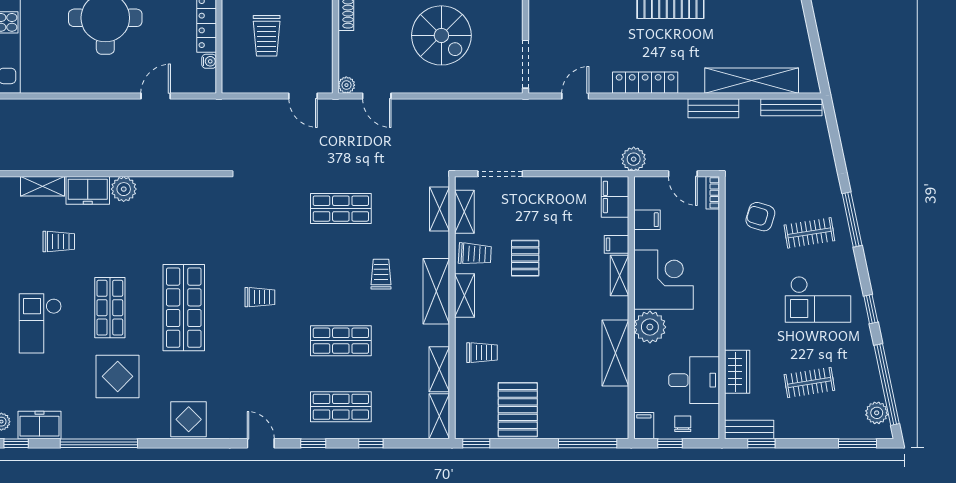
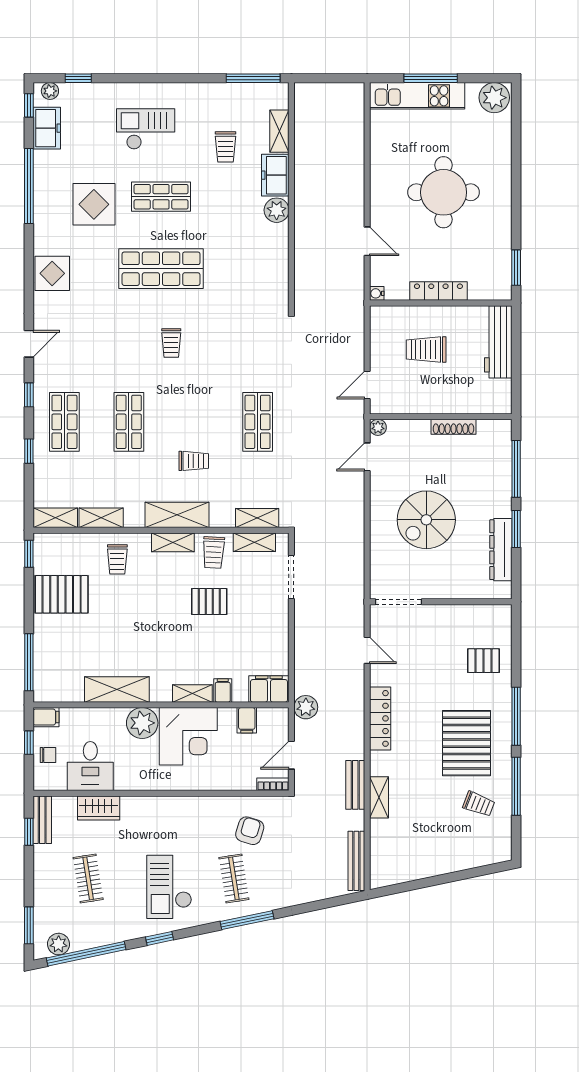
water cooler: (209, 61) -> (377, 293), moved, turned 90
shelving: (752, 81) -> (379, 797), width x0.45, depth x0.75

